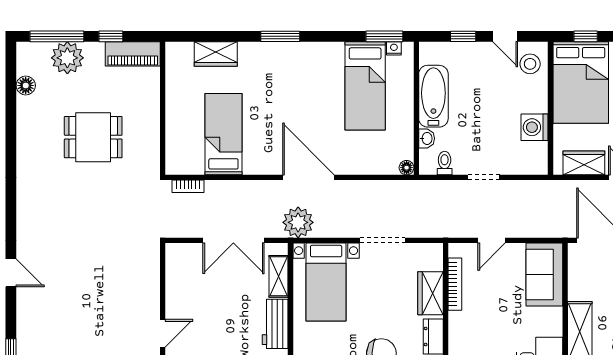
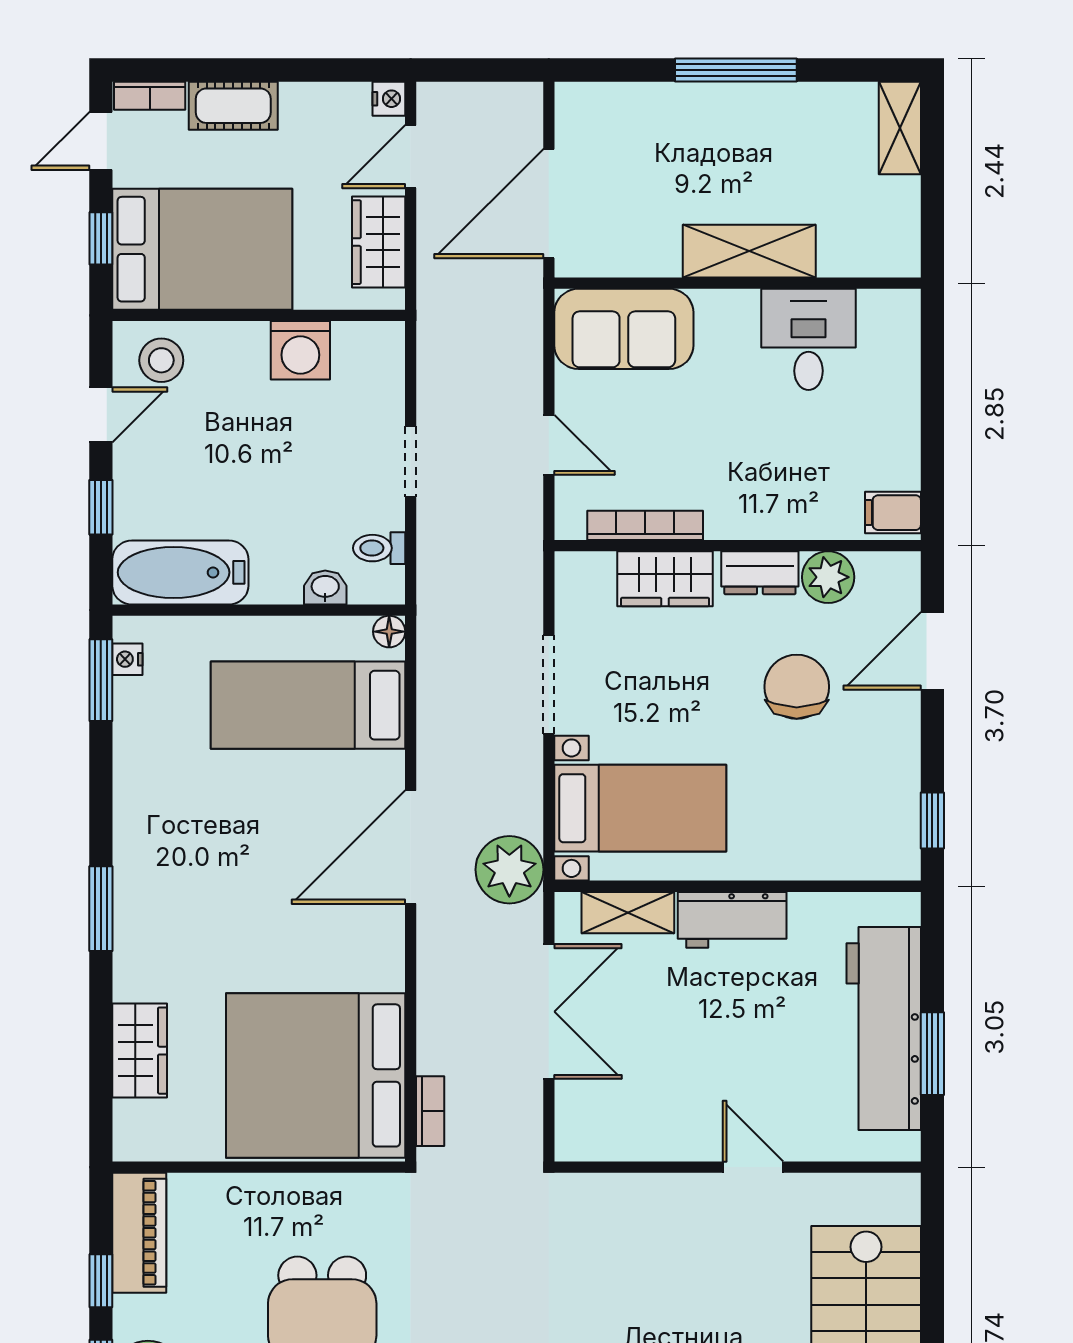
bed: (365, 86) -> (308, 705), moved, turned 180
bathtub: (433, 96) -> (180, 572), moved
bed: (223, 134) -> (316, 1075), width x2.04

